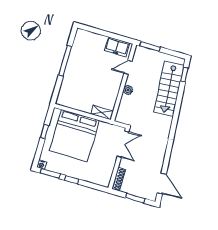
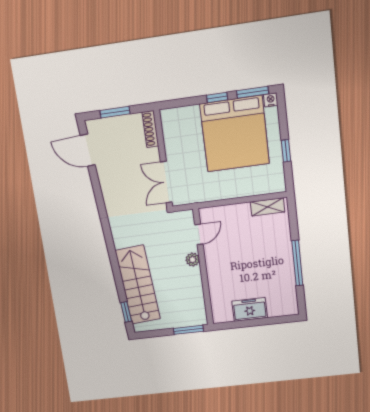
freezer: (117, 47) -> (250, 309), moved
door: (128, 67) -> (199, 234), moved
shelving: (102, 112) -> (268, 207), moved
bed: (74, 135) -> (235, 134), moved, turned 180

